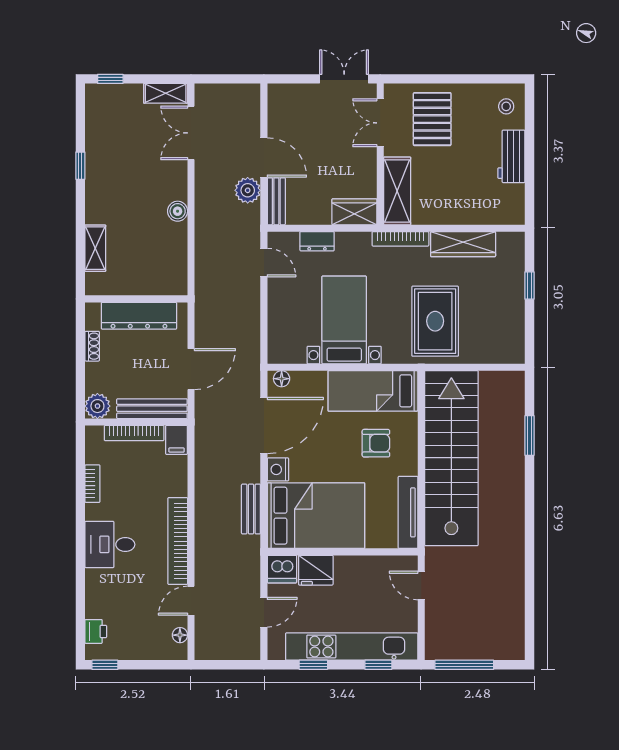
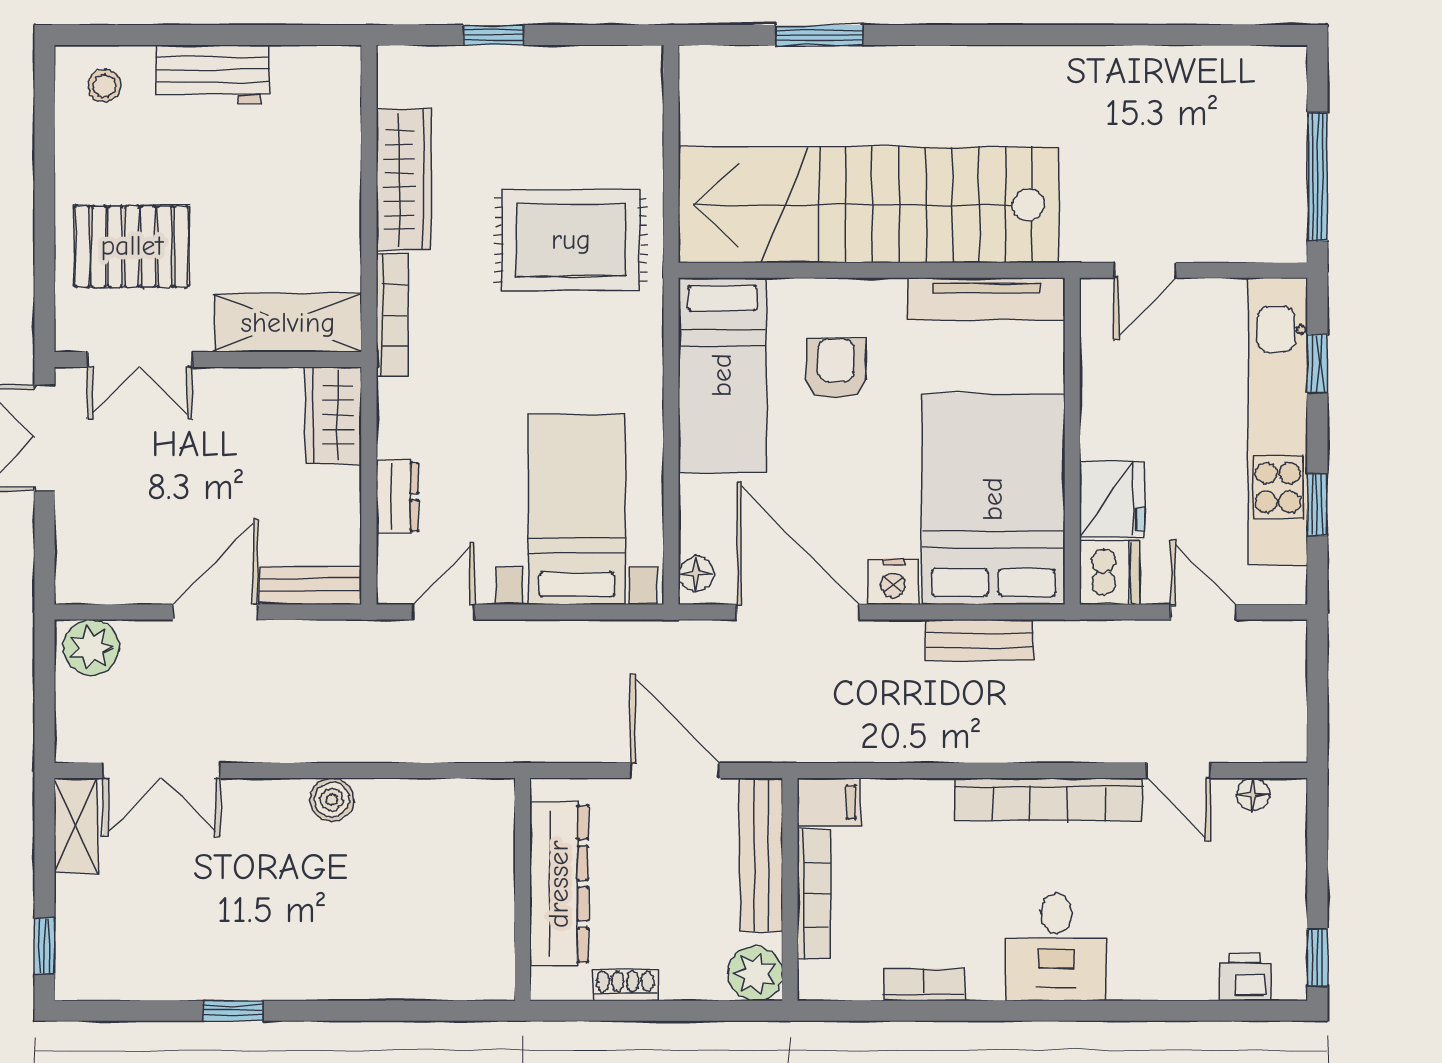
plant: (248, 190) -> (91, 647), moved
shelving: (95, 248) -> (412, 978), removed
bed with nightstands: (344, 320) -> (576, 509), moved, turned 90

